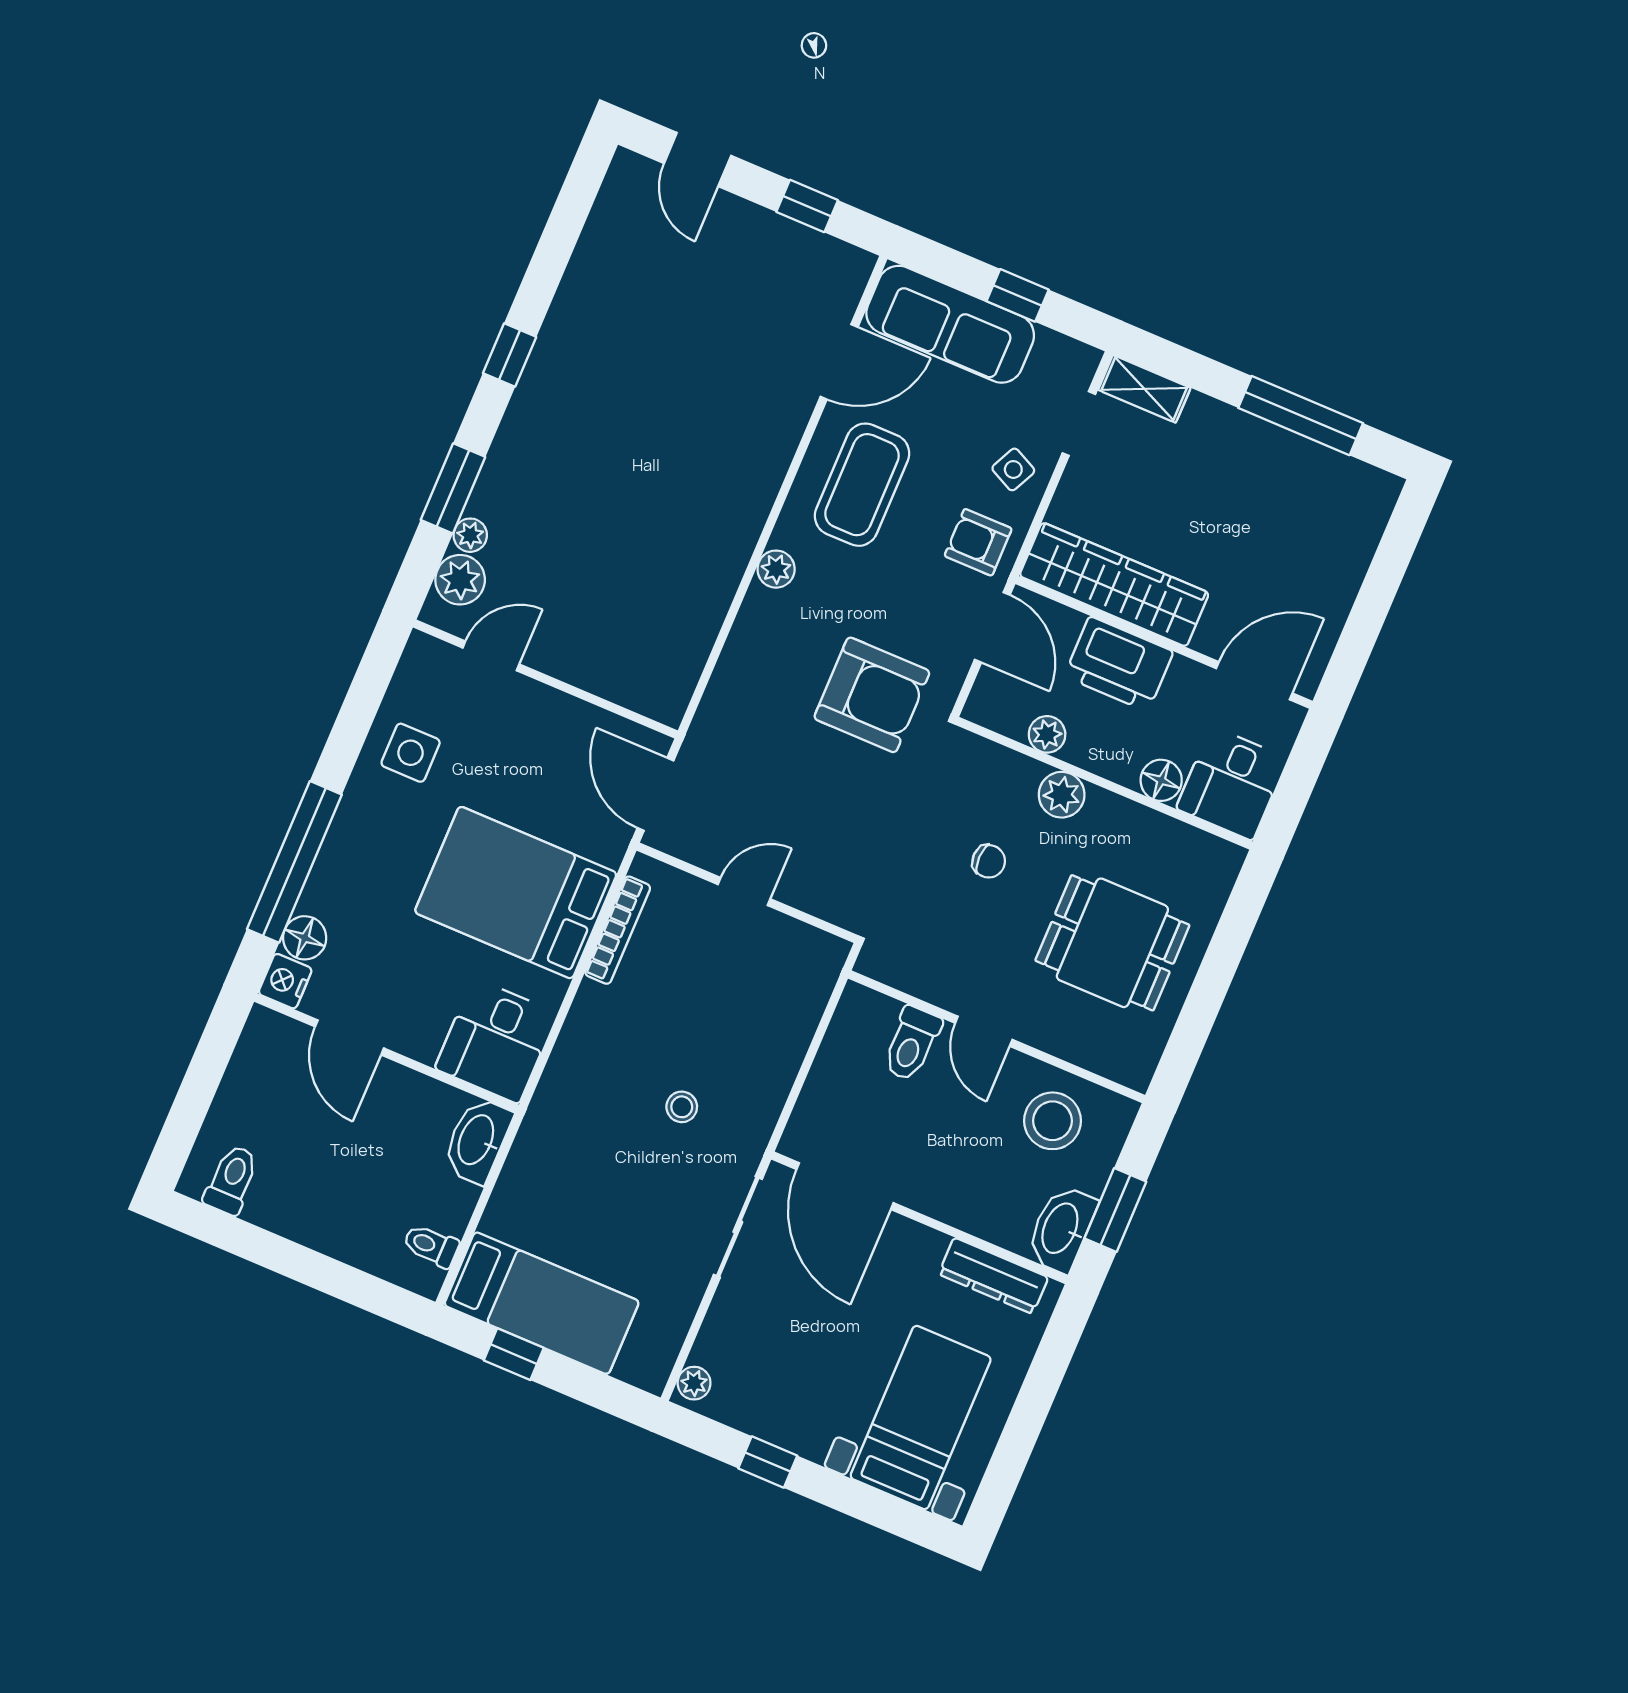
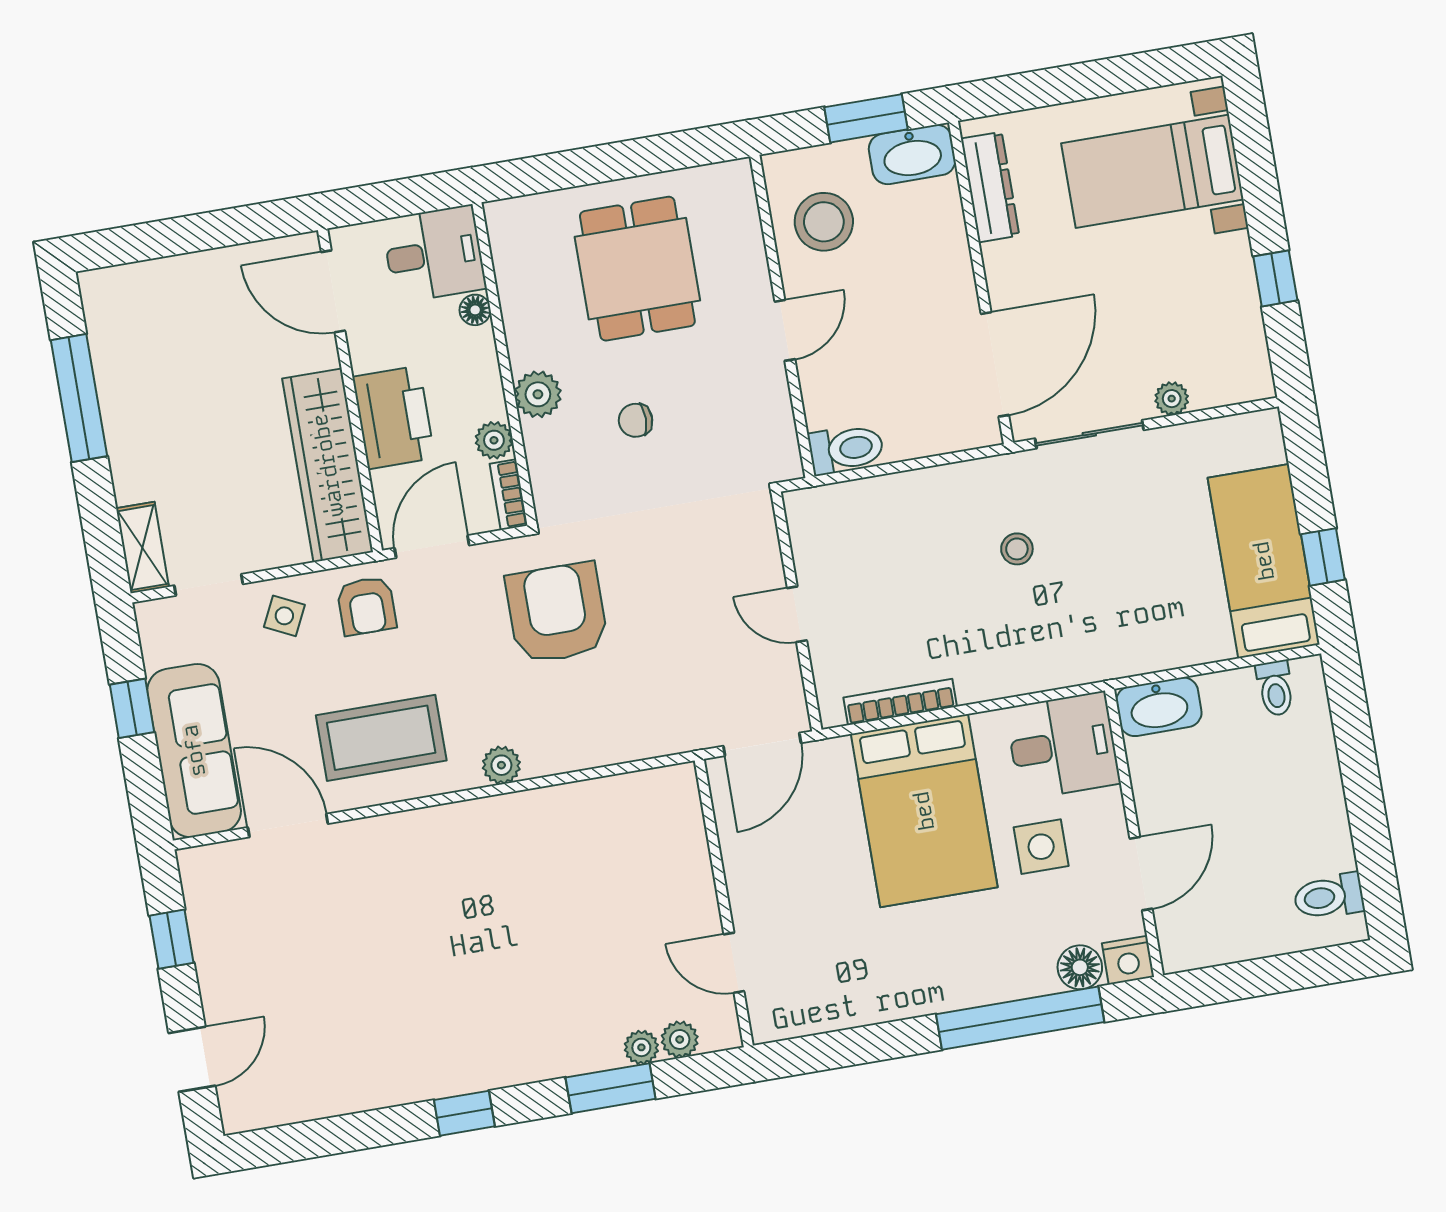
plant: (460, 580) -> (680, 1039), width x0.73, depth x0.73
bookcase: (995, 718) -> (509, 495), added
side table: (411, 753) -> (1041, 847), moved
floor lamp: (1161, 780) -> (475, 310), width x0.73, depth x0.73
chair: (989, 861) -> (636, 420), turned -90
toilet: (912, 1044) -> (846, 449), moved
plant: (694, 1383) -> (1172, 399), moved

